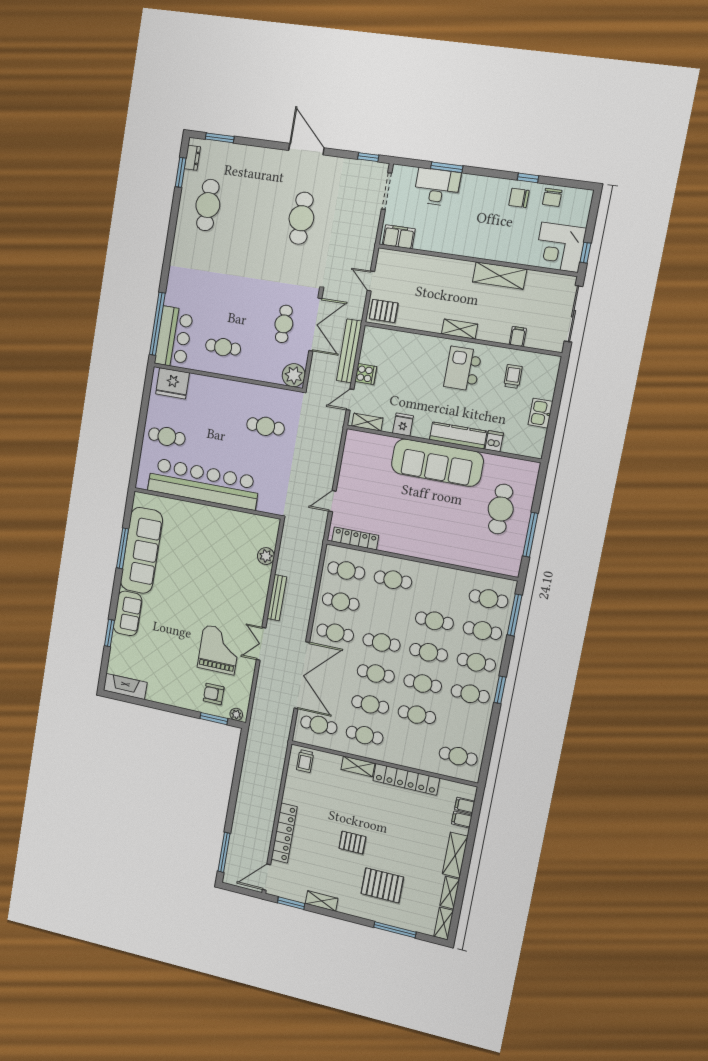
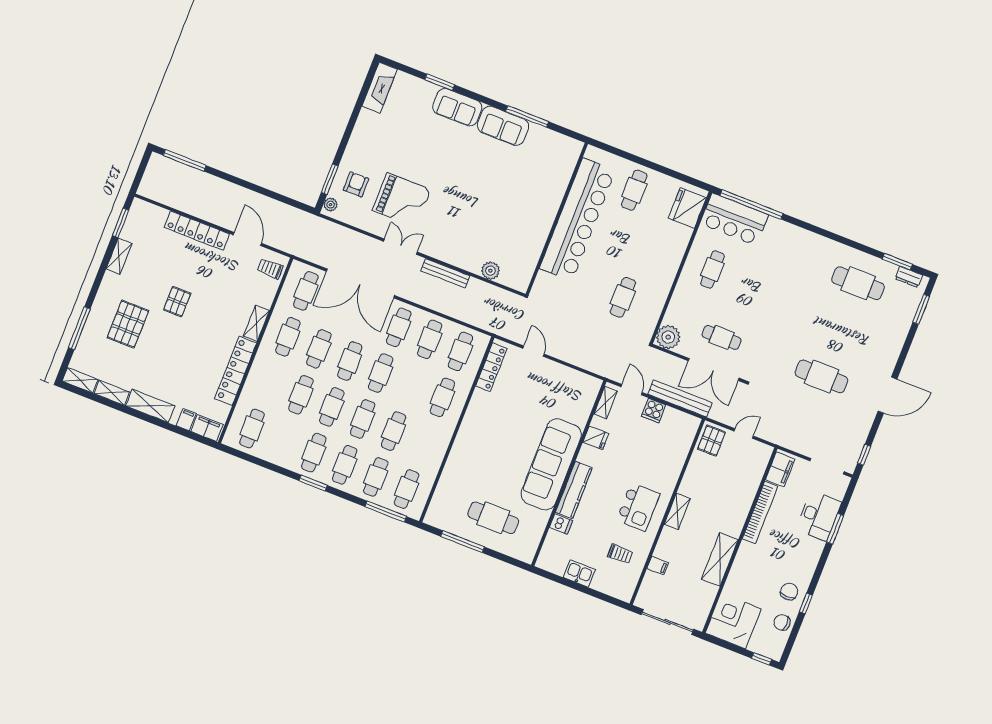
bookcase: (445, 246) -> (760, 512), added
window: (585, 253) -> (762, 659), moved
kitchen island: (463, 369) -> (638, 507), turned 90
sofa: (141, 550) -> (503, 126), width x0.54, depth x0.79
filing cabinet: (465, 805) -> (207, 428), width x2.00
door: (267, 877) -> (247, 239), moved

